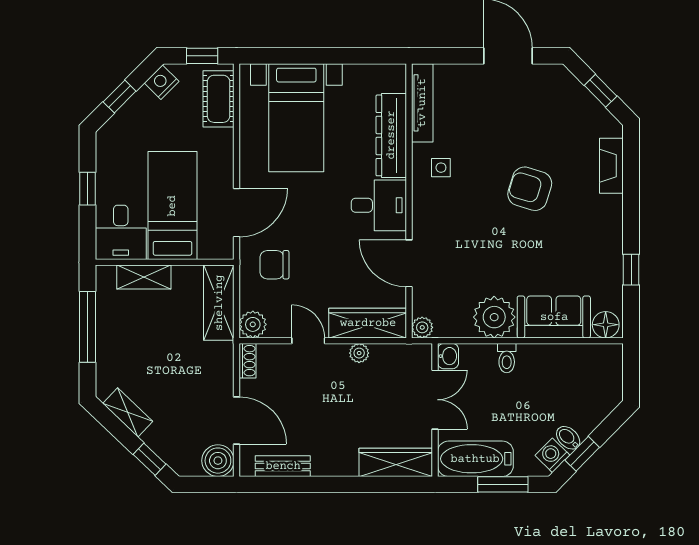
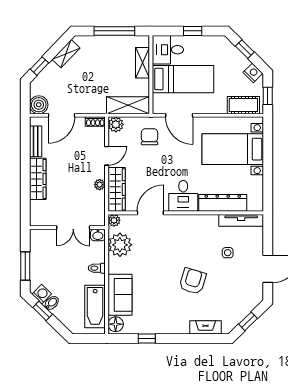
side table: (441, 168) -> (228, 253), moved
plant: (494, 317) -> (120, 245), moved
bathtub: (475, 459) -> (95, 307), moved, turned 180
wardrobe: (396, 462) -> (38, 179), moved

